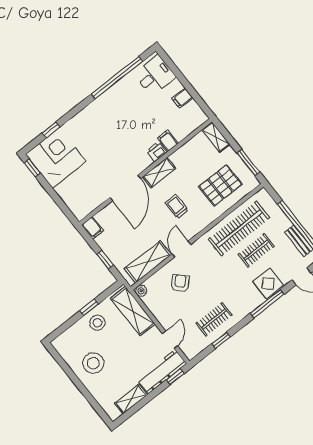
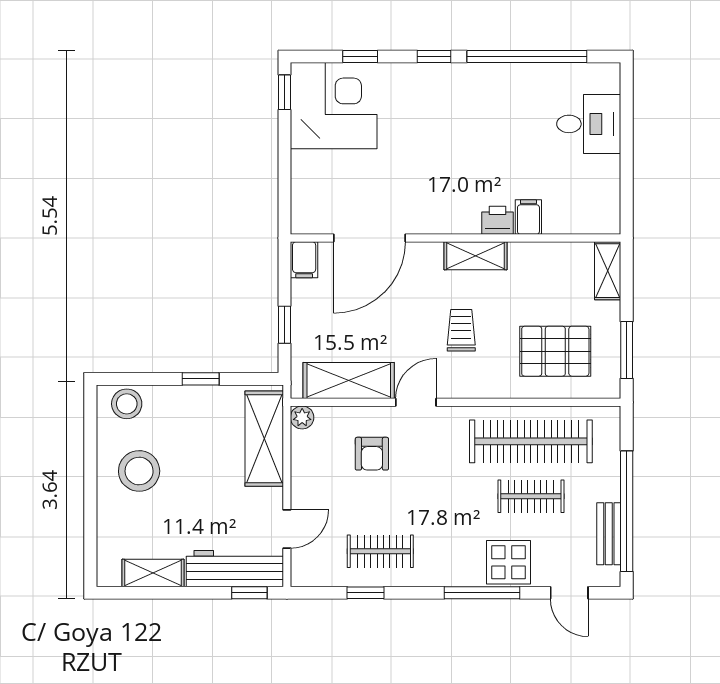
desk: (155, 75) -> (589, 124), moved
filing cabinet: (182, 98) -> (604, 169), removed
window: (80, 107) -> (434, 56), added
door: (125, 188) -> (370, 238), moved
armchair: (180, 283) -> (372, 454), turned 134
stool: (97, 323) -> (127, 404), moved

